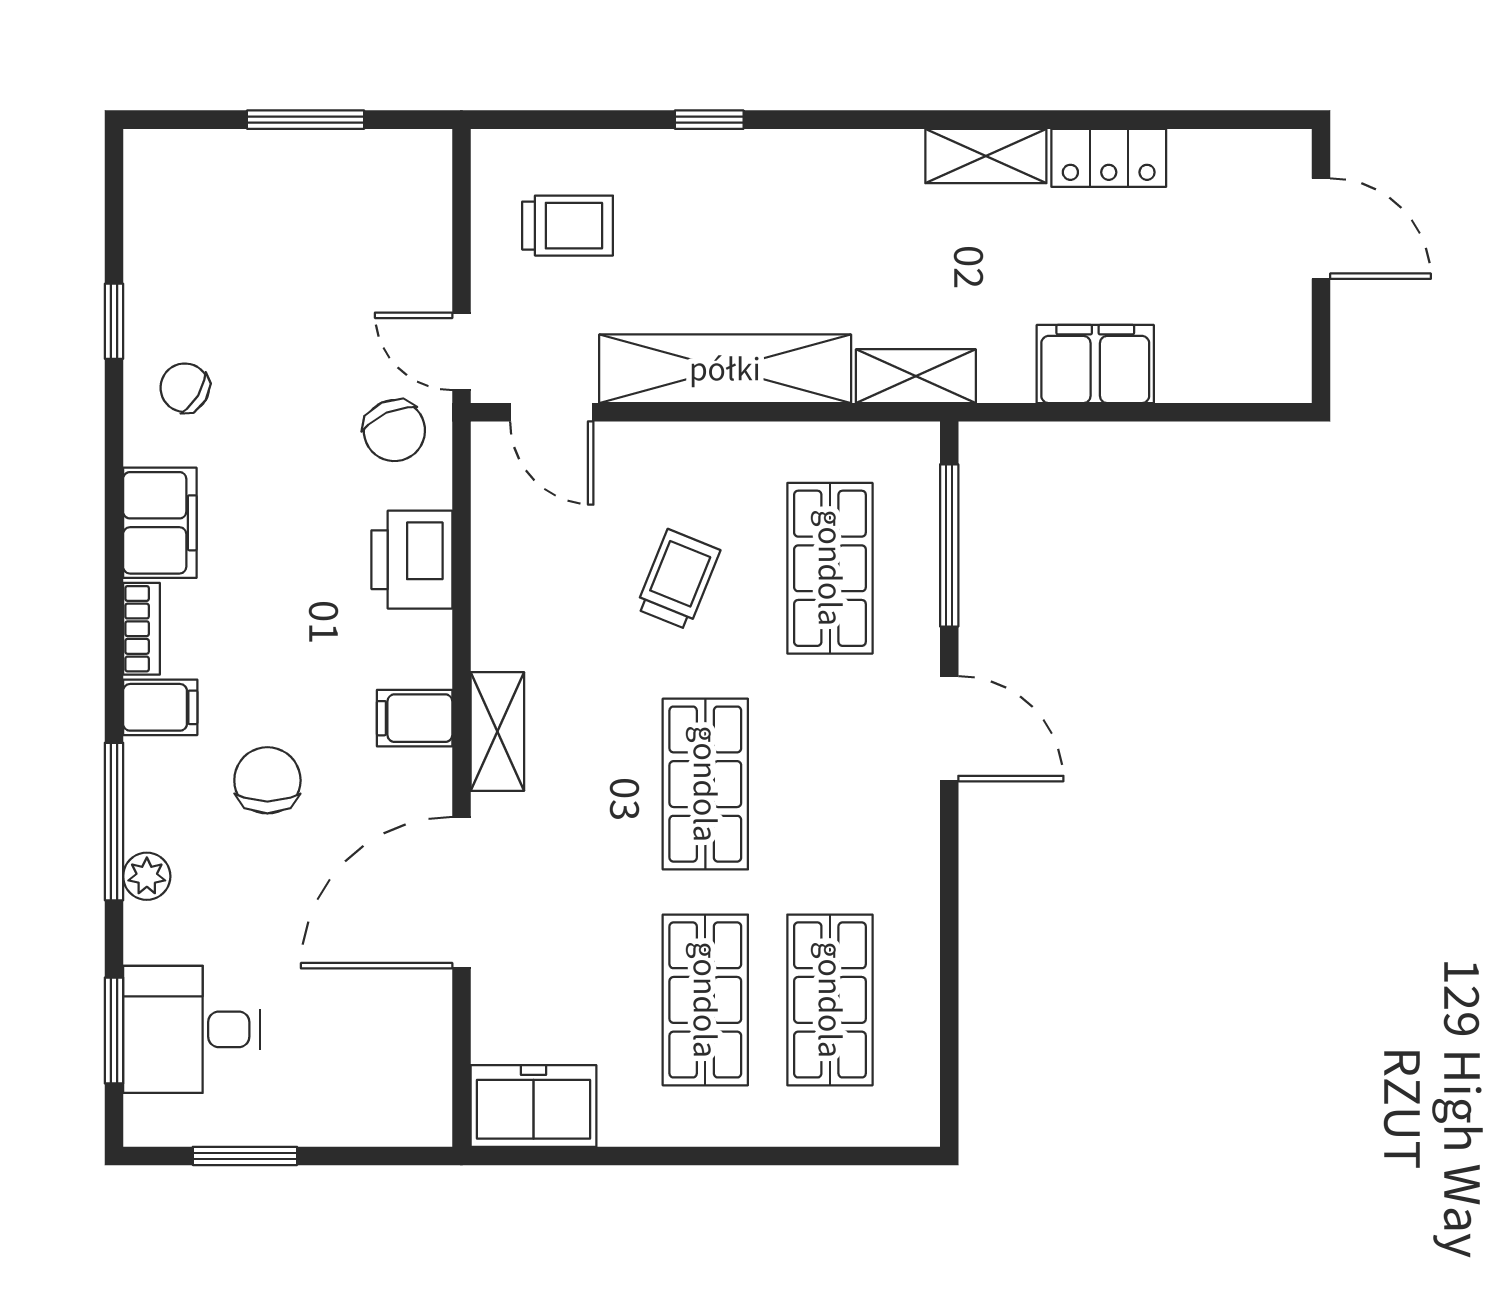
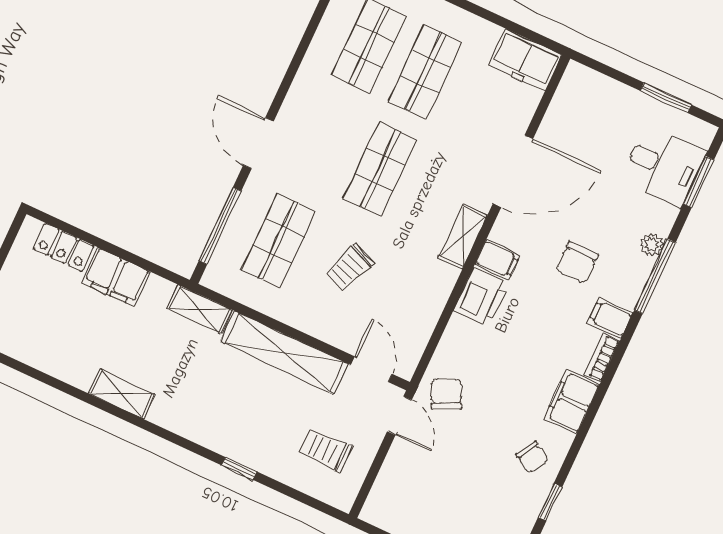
locker: (1109, 158) -> (64, 247), moved, turned 180
printer: (412, 560) -> (482, 298), moved

